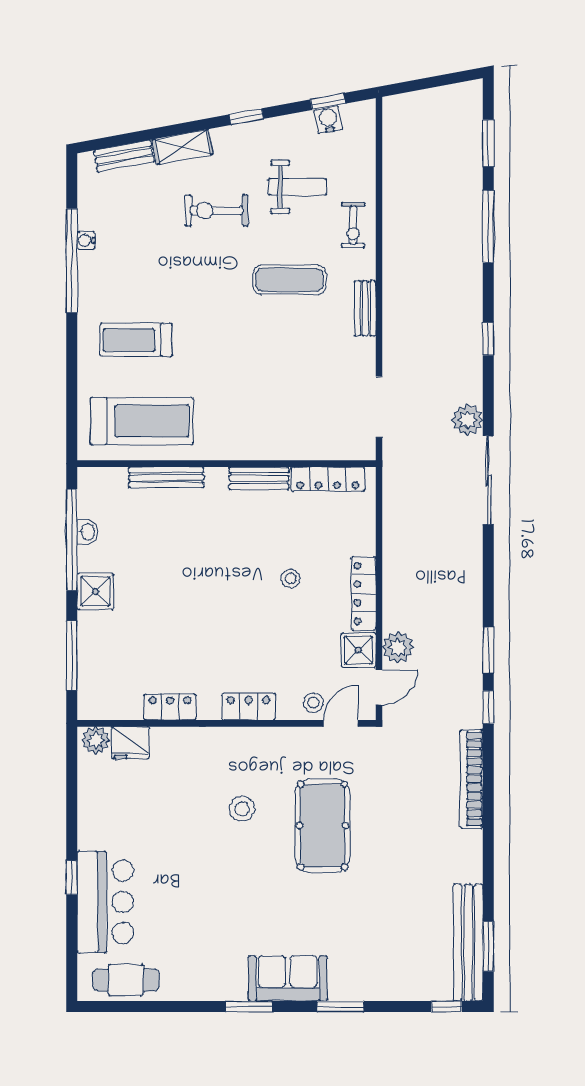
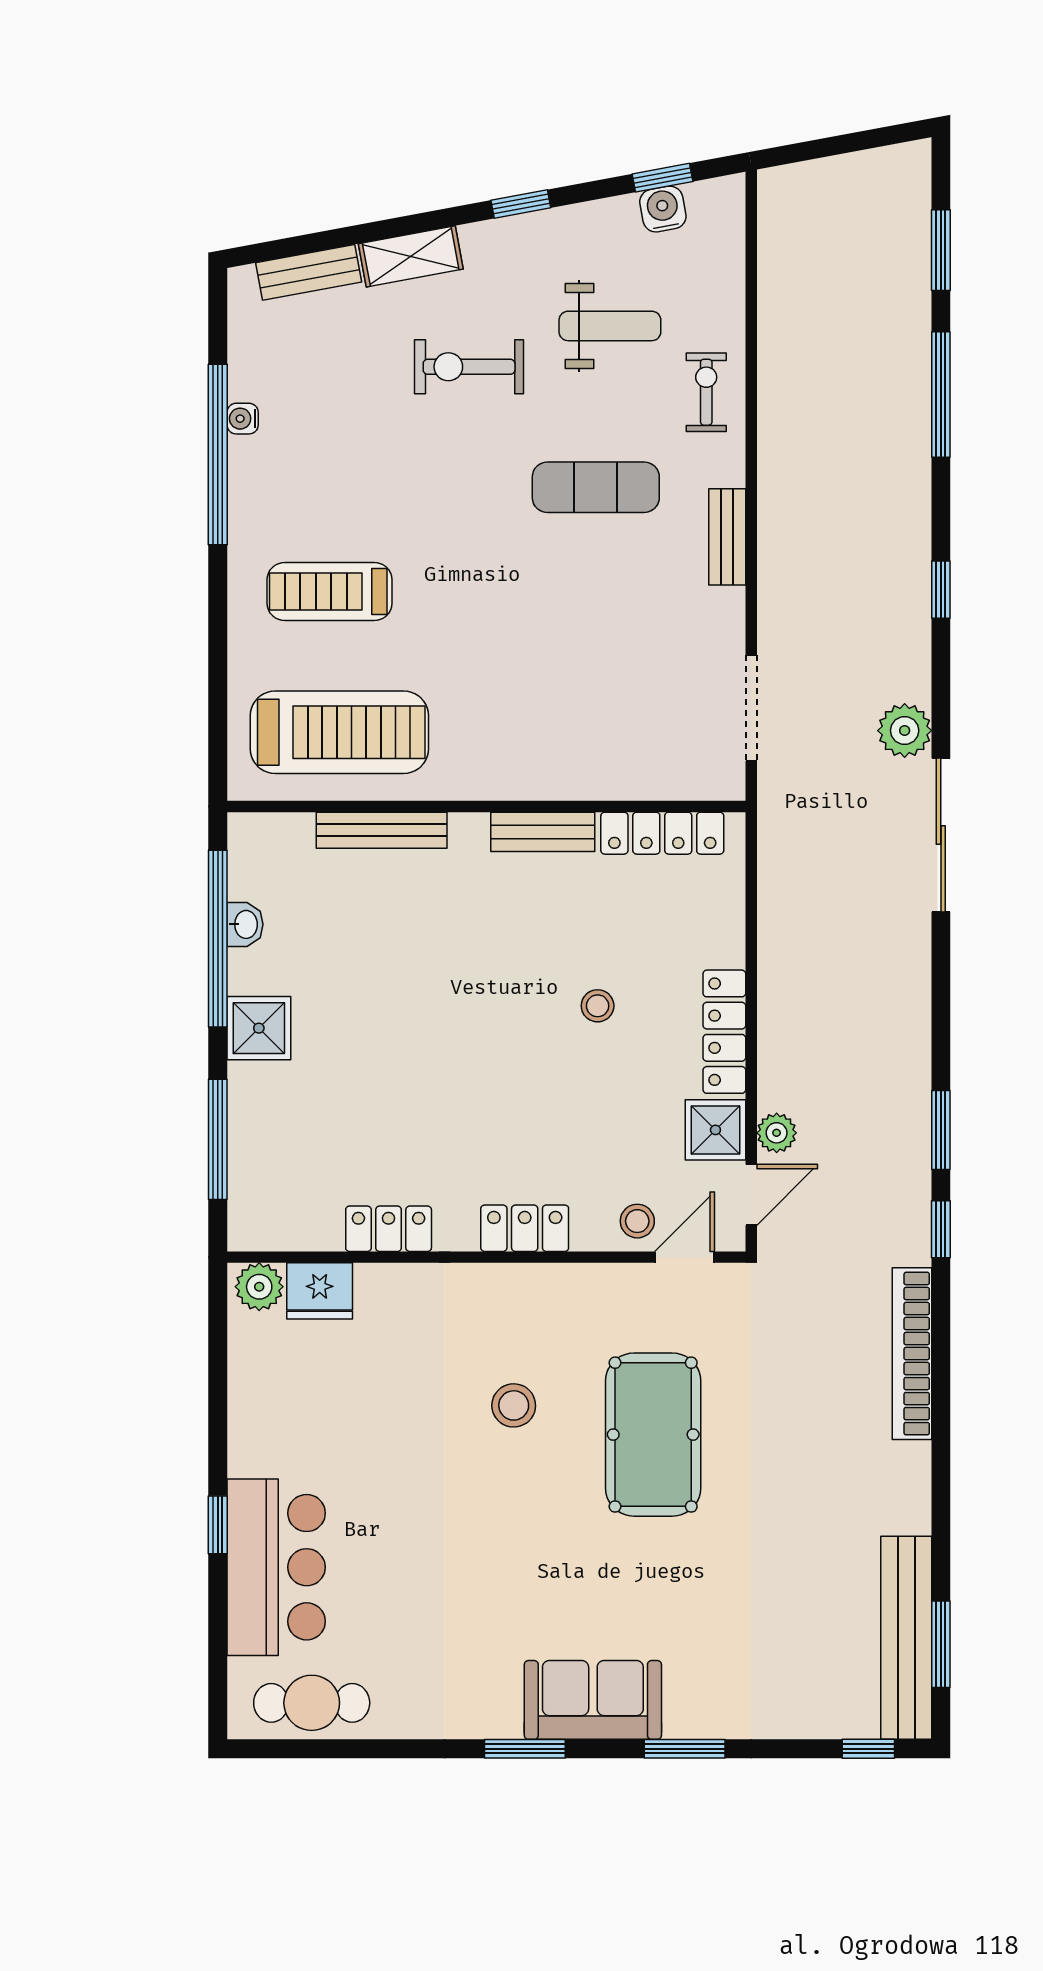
exercise bike: (353, 225) -> (706, 392), turned 180
plant: (398, 647) -> (777, 1133), width x0.73, depth x0.73

